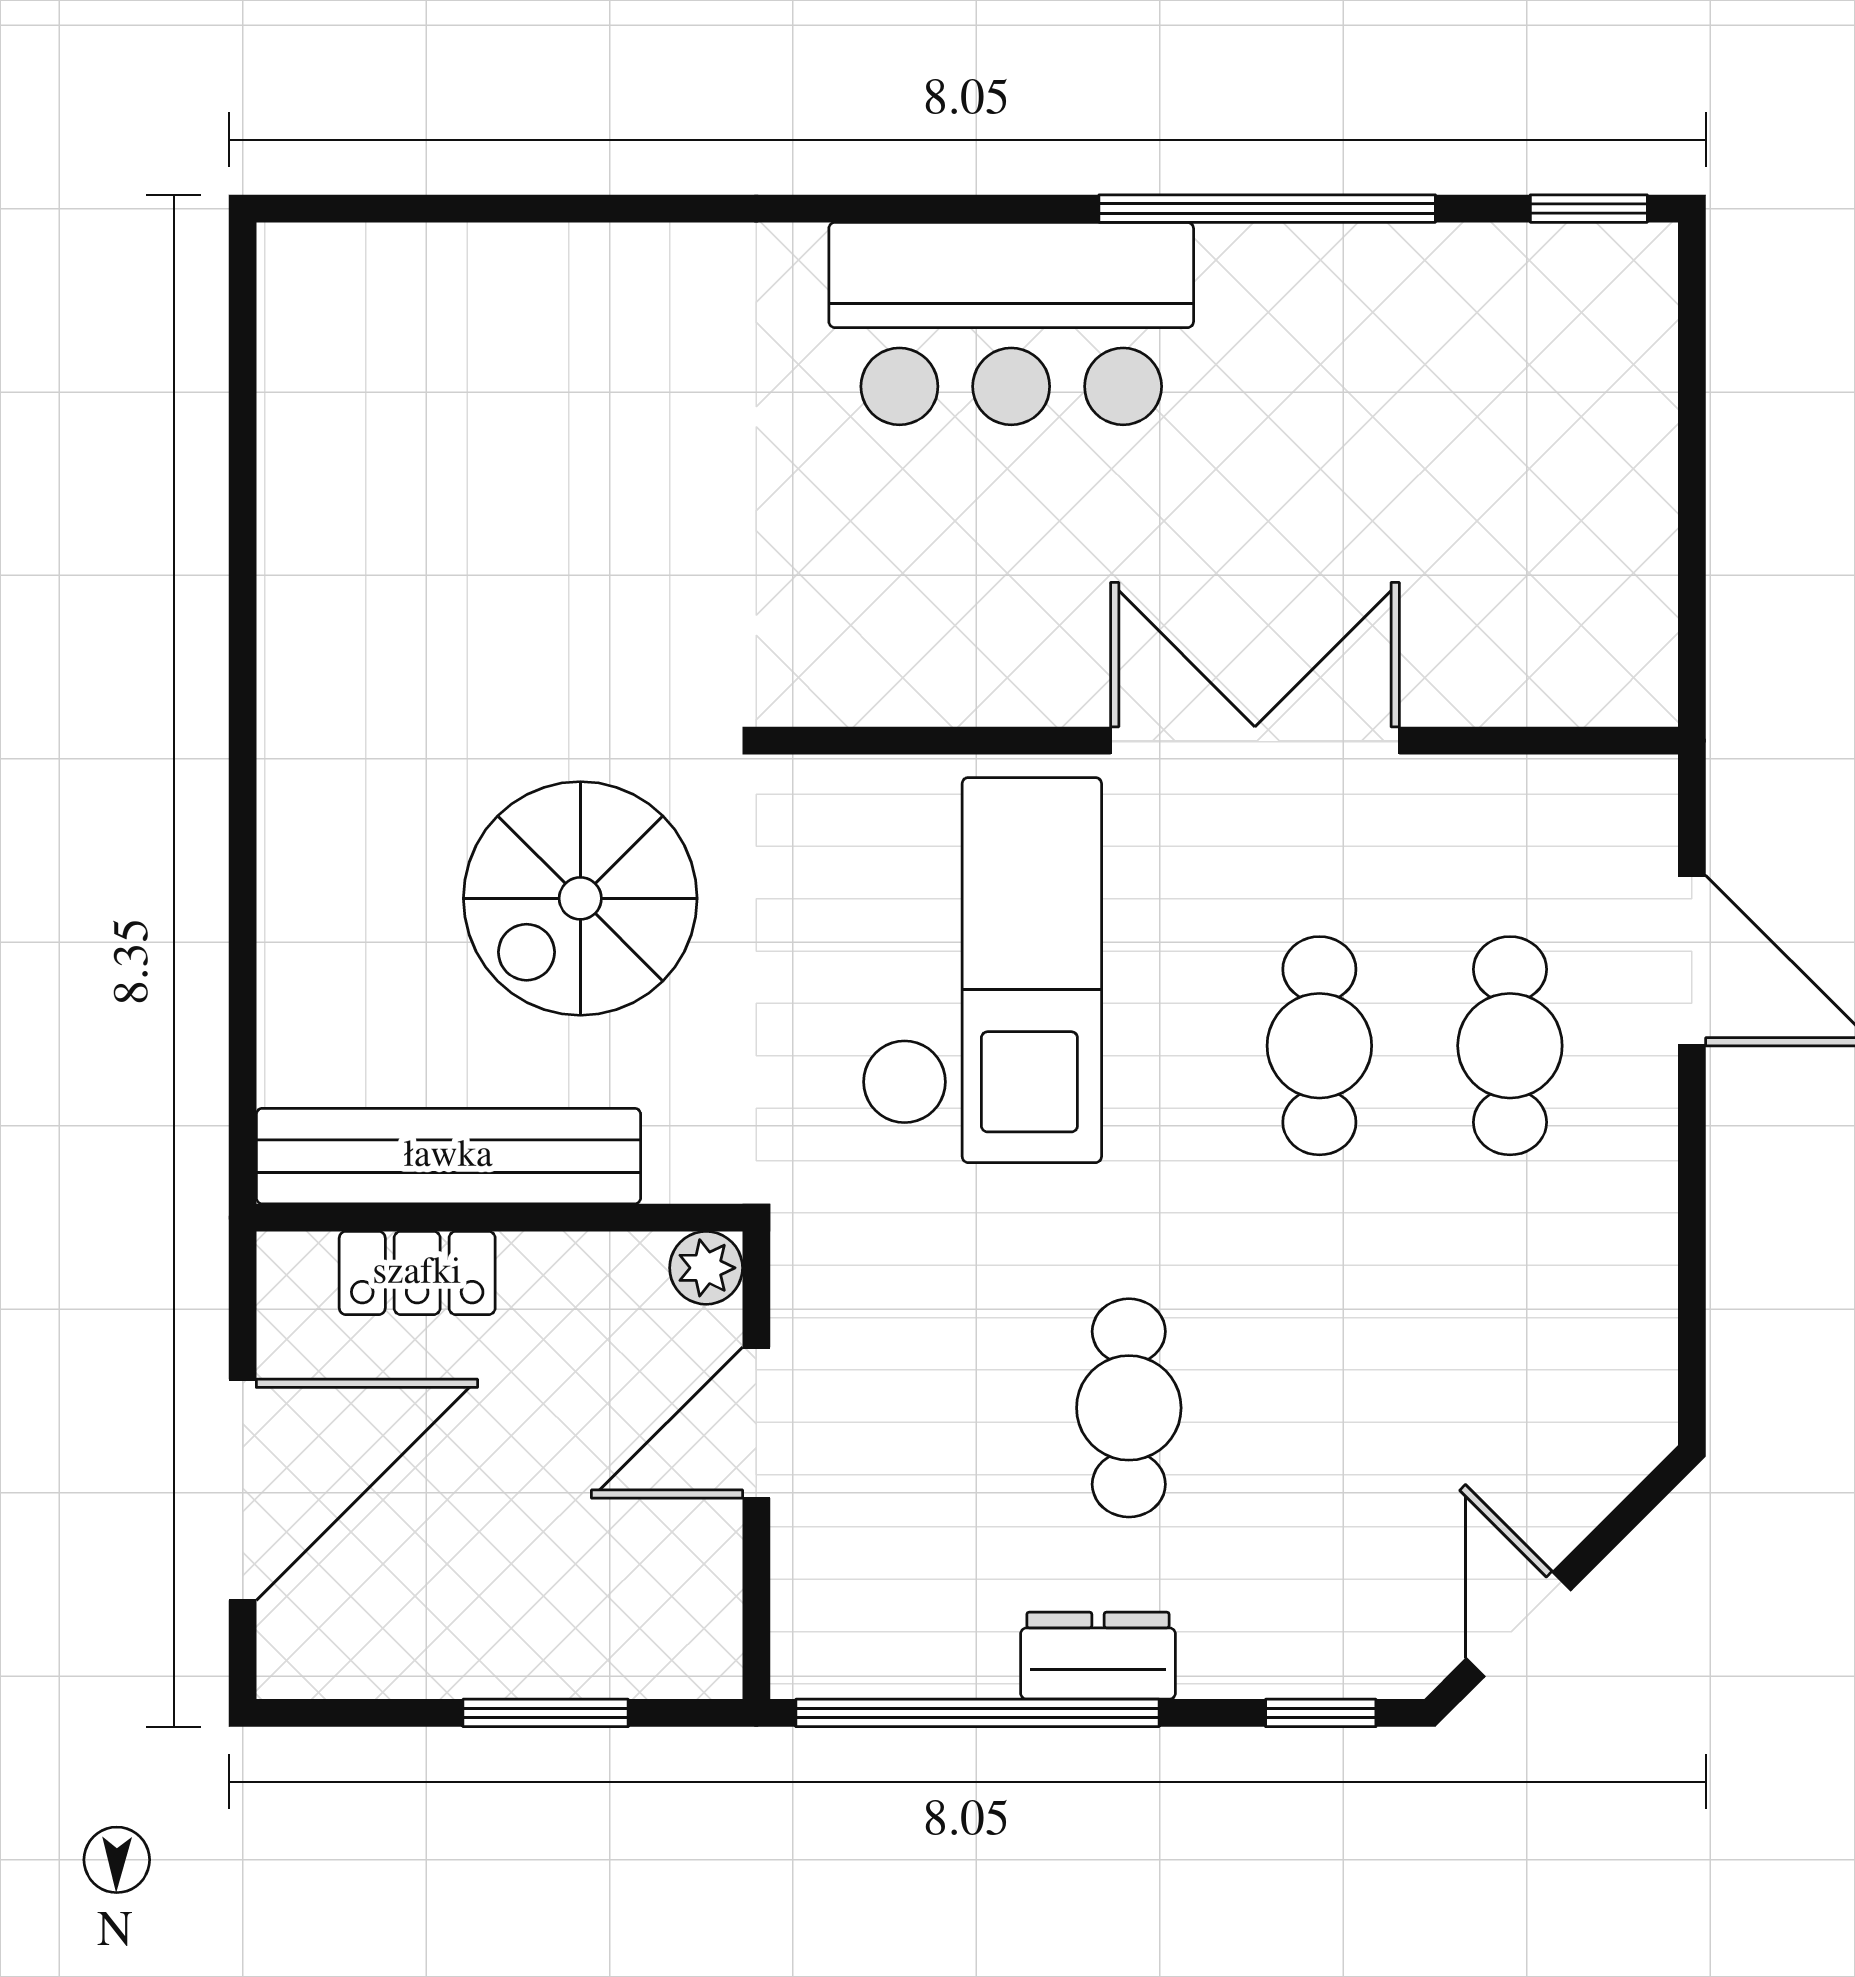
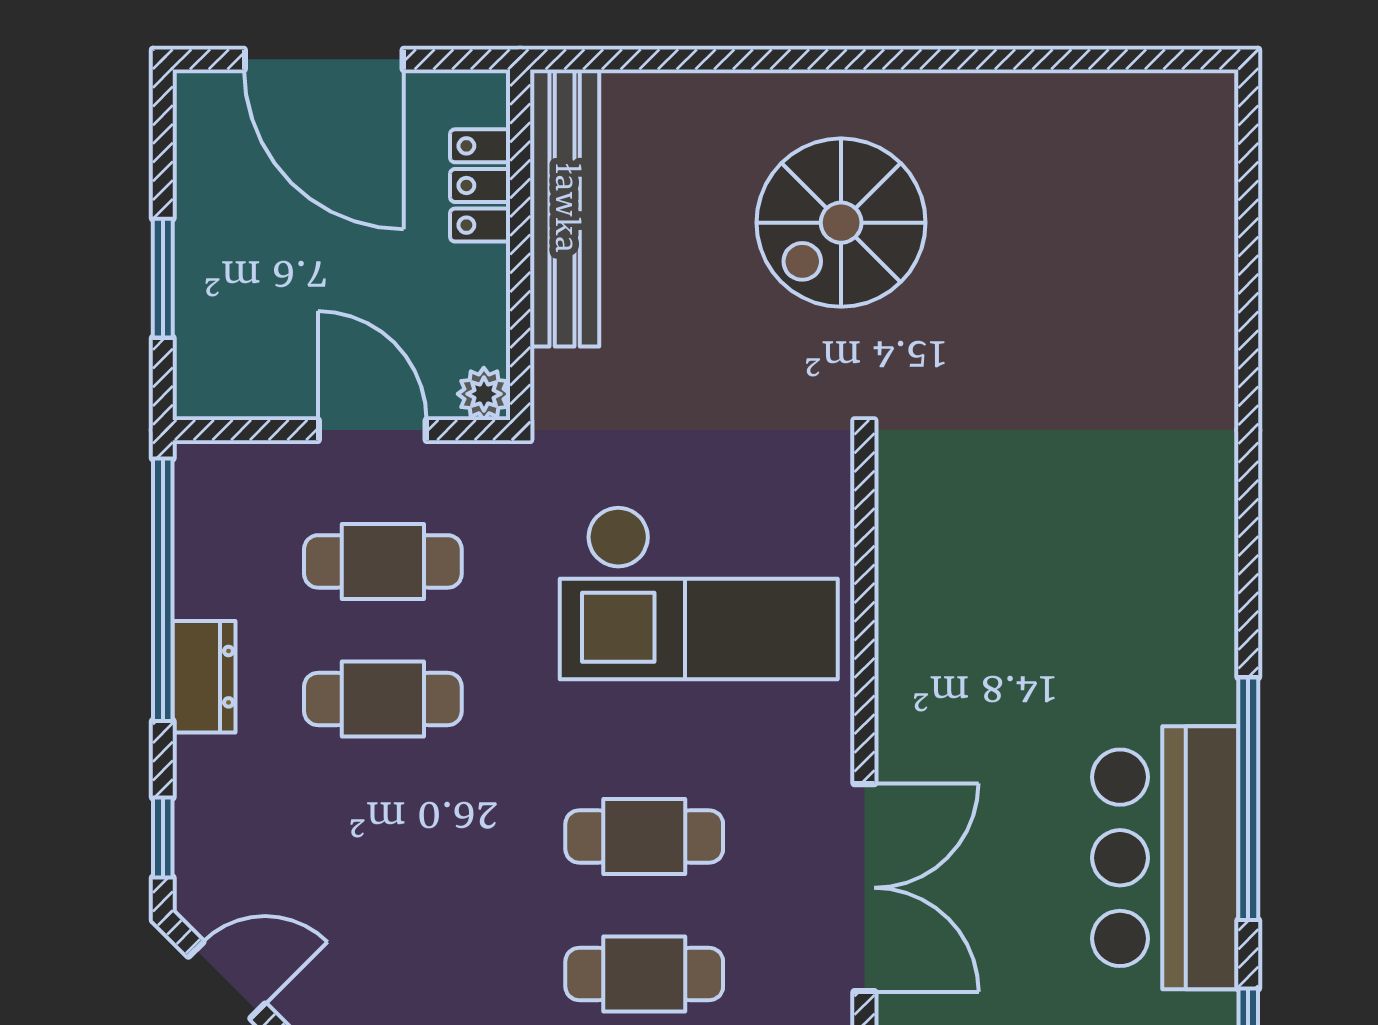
bar counter: (1011, 324) -> (1165, 858), moved
double door: (1255, 741) -> (864, 888), moved
spiral stairs: (580, 898) -> (841, 223), moved, turned -90
cafe table: (938, 1408) -> (383, 561), added

